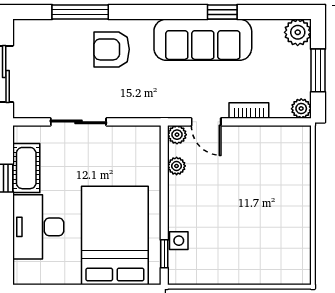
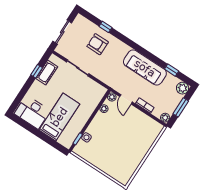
window: (80, 12) -> (105, 27), width x0.46
window: (222, 12) -> (172, 70), moved
armchair: (112, 49) -> (98, 44), moved
desk: (38, 227) -> (32, 112), moved, turned -90
bed: (115, 235) -> (59, 117), width x0.67

